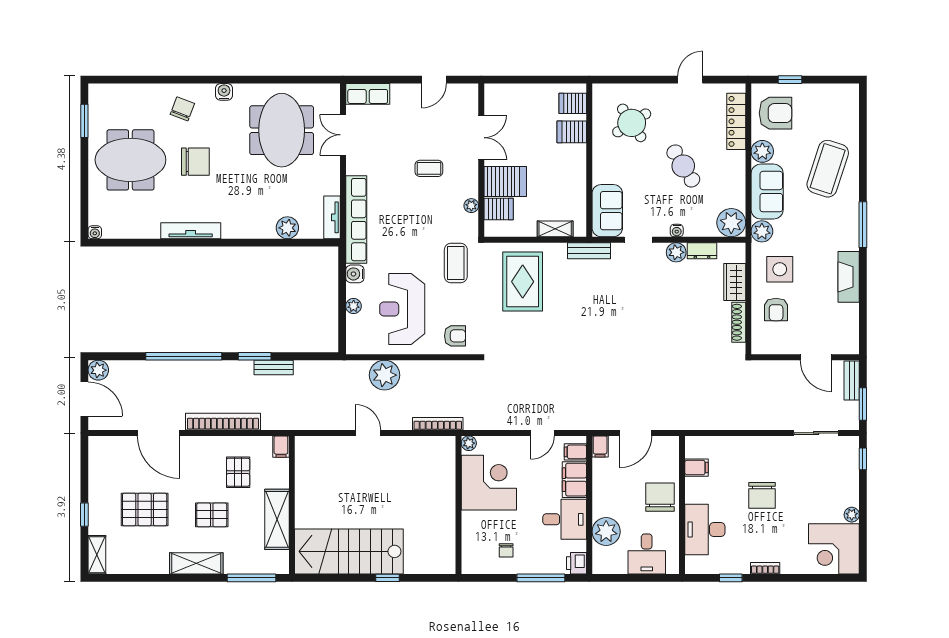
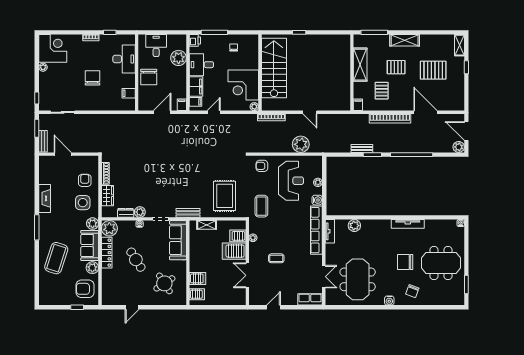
locker: (736, 121) -> (107, 253), moved
sofa: (607, 211) -> (178, 240), width x1.36
stairs: (349, 551) -> (274, 68), moved, turned -90

